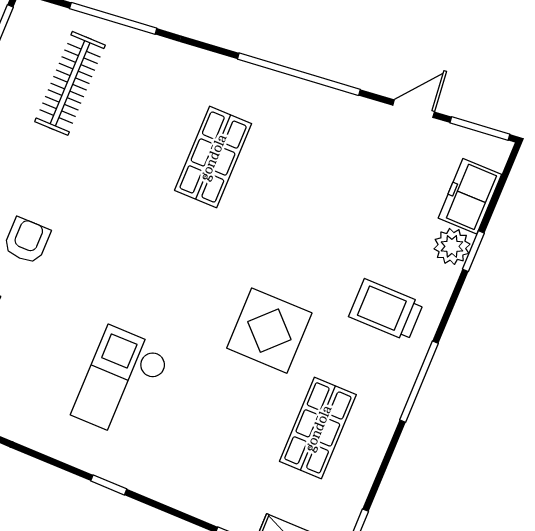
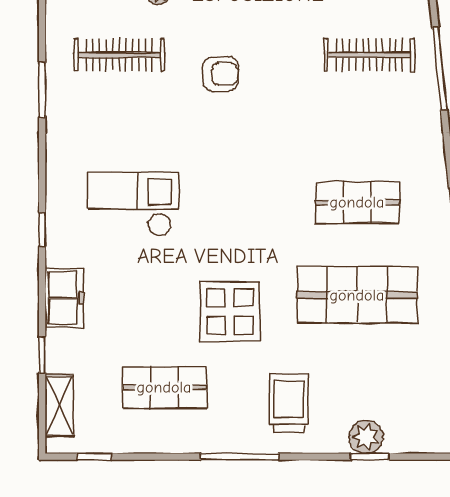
shop shelf: (306, 196) -> (357, 295), added
freezer: (470, 196) -> (64, 298), moved, turned 90

